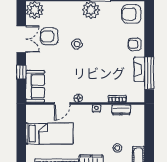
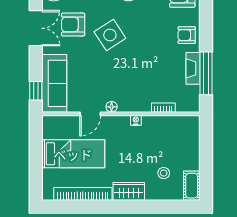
side table: (77, 44) -> (110, 35), width x1.87, depth x1.87
window: (21, 72) -> (36, 91), moved
sofa: (35, 86) -> (54, 83), width x1.36
dresser: (121, 110) -> (169, 122), removed

